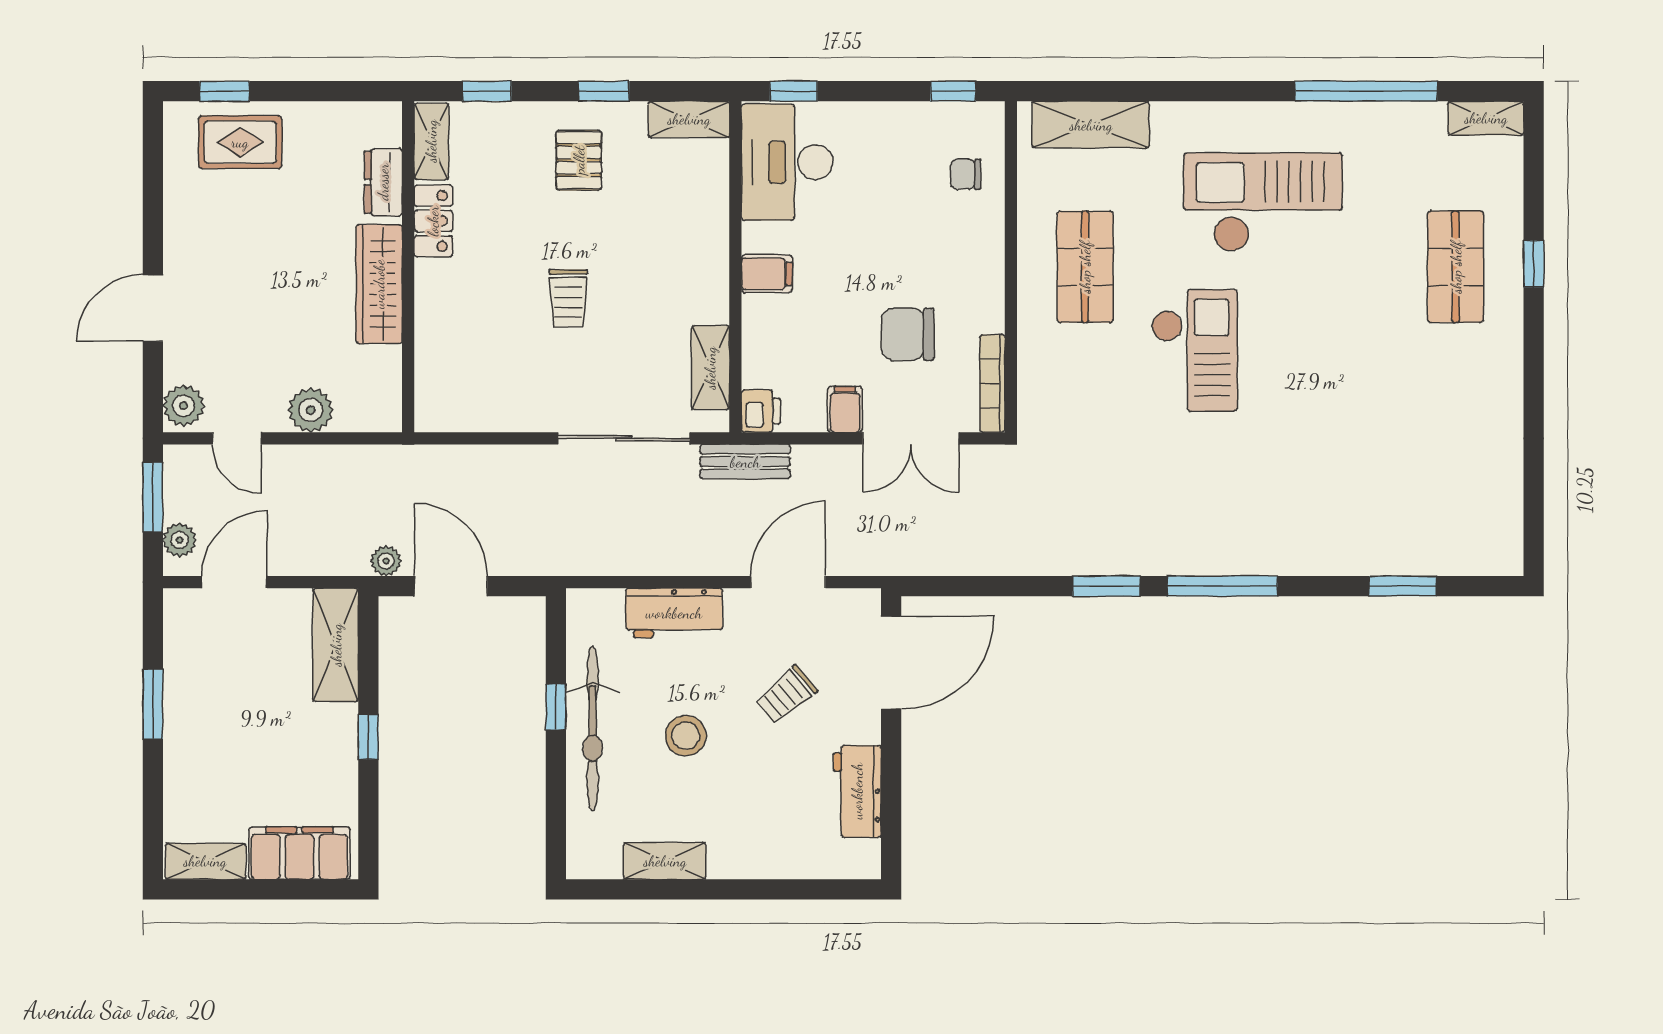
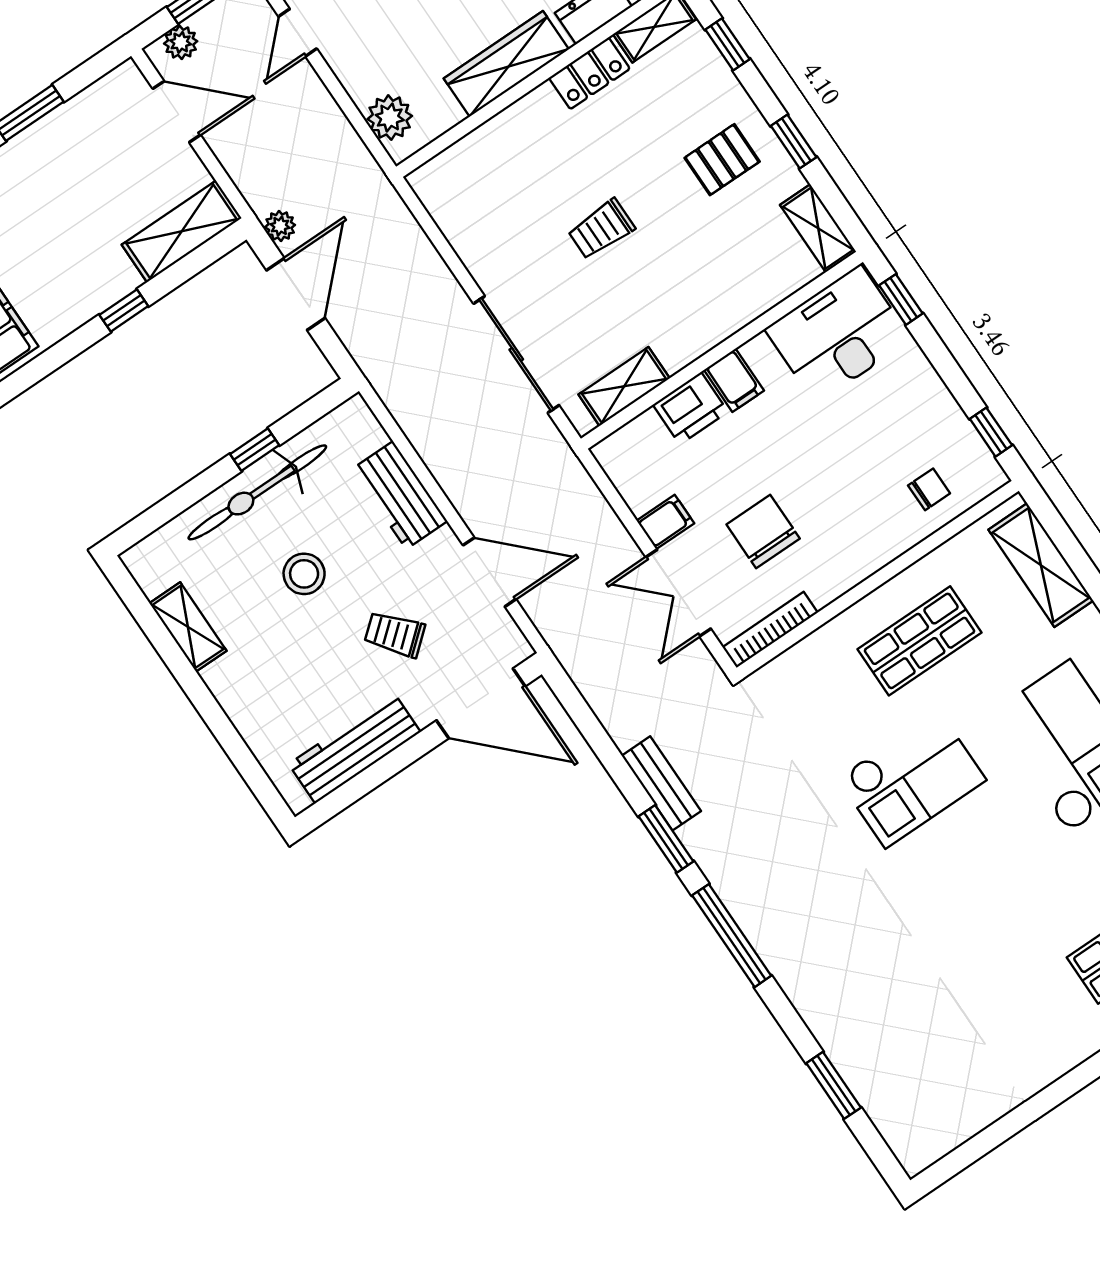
chair: (966, 174) -> (929, 489), turned 90
plant: (311, 410) -> (390, 118), moved
printer: (761, 411) -> (690, 408), moved, width x1.36, depth x1.24
bench: (745, 462) -> (661, 783), moved
workbench: (857, 791) -> (355, 748), width x1.38

